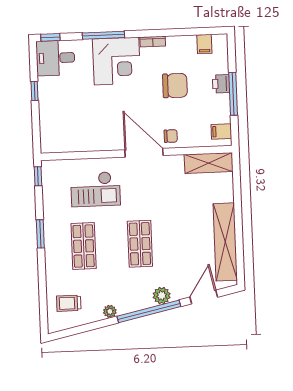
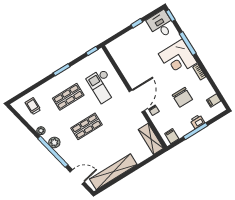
plant: (162, 296) -> (54, 143), moved

